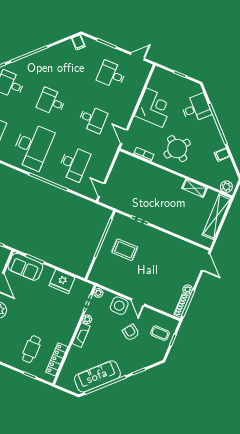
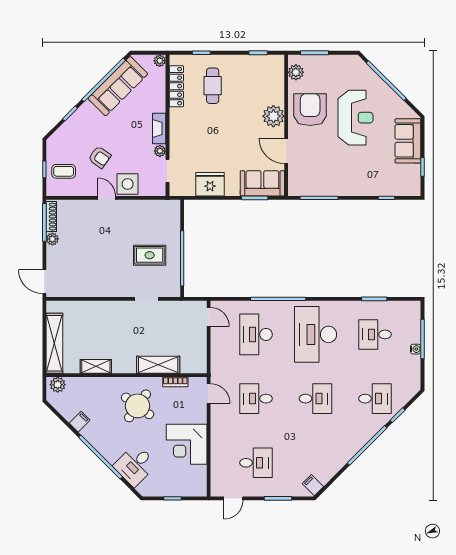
shelving: (151, 171) -> (158, 365), added
plant: (98, 293) -> (160, 61), moved

